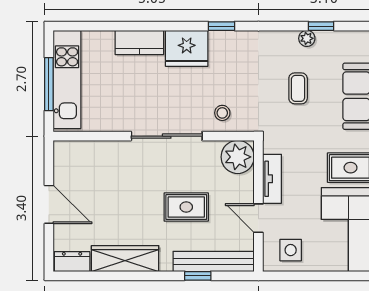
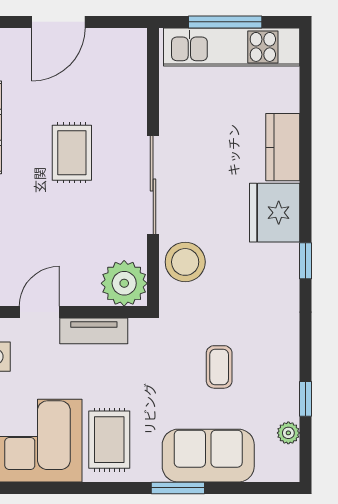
plant: (307, 38) -> (288, 433), moved
coffee table: (298, 88) -> (219, 367), turned 90
stool: (222, 113) -> (185, 262), width x1.89, depth x1.89
rug: (186, 207) -> (72, 153), moved

